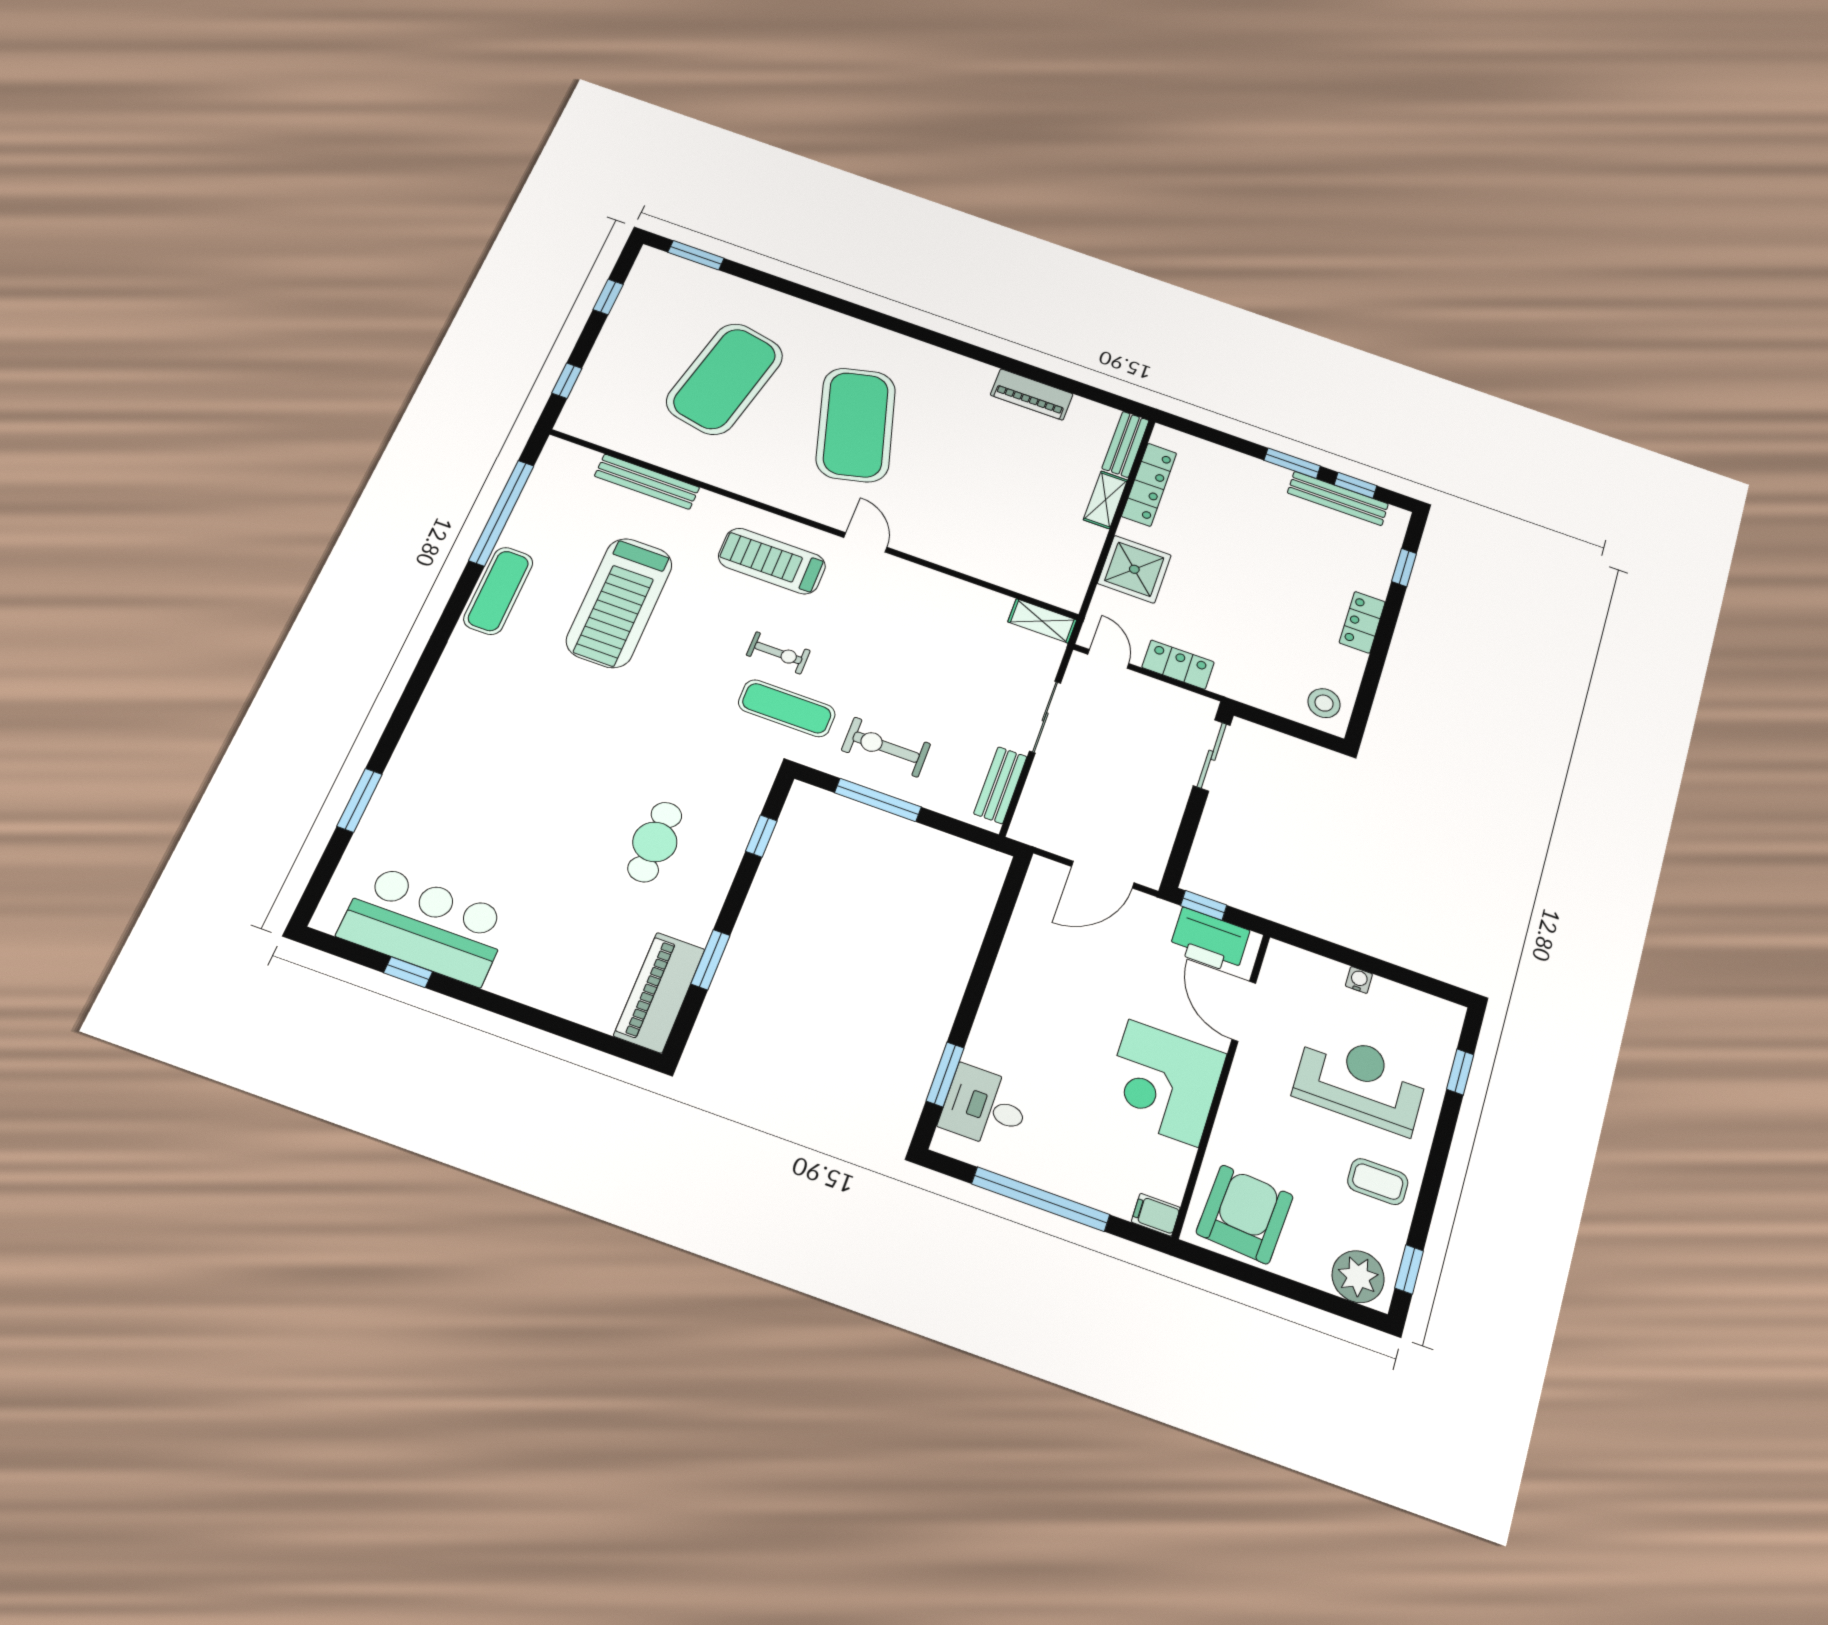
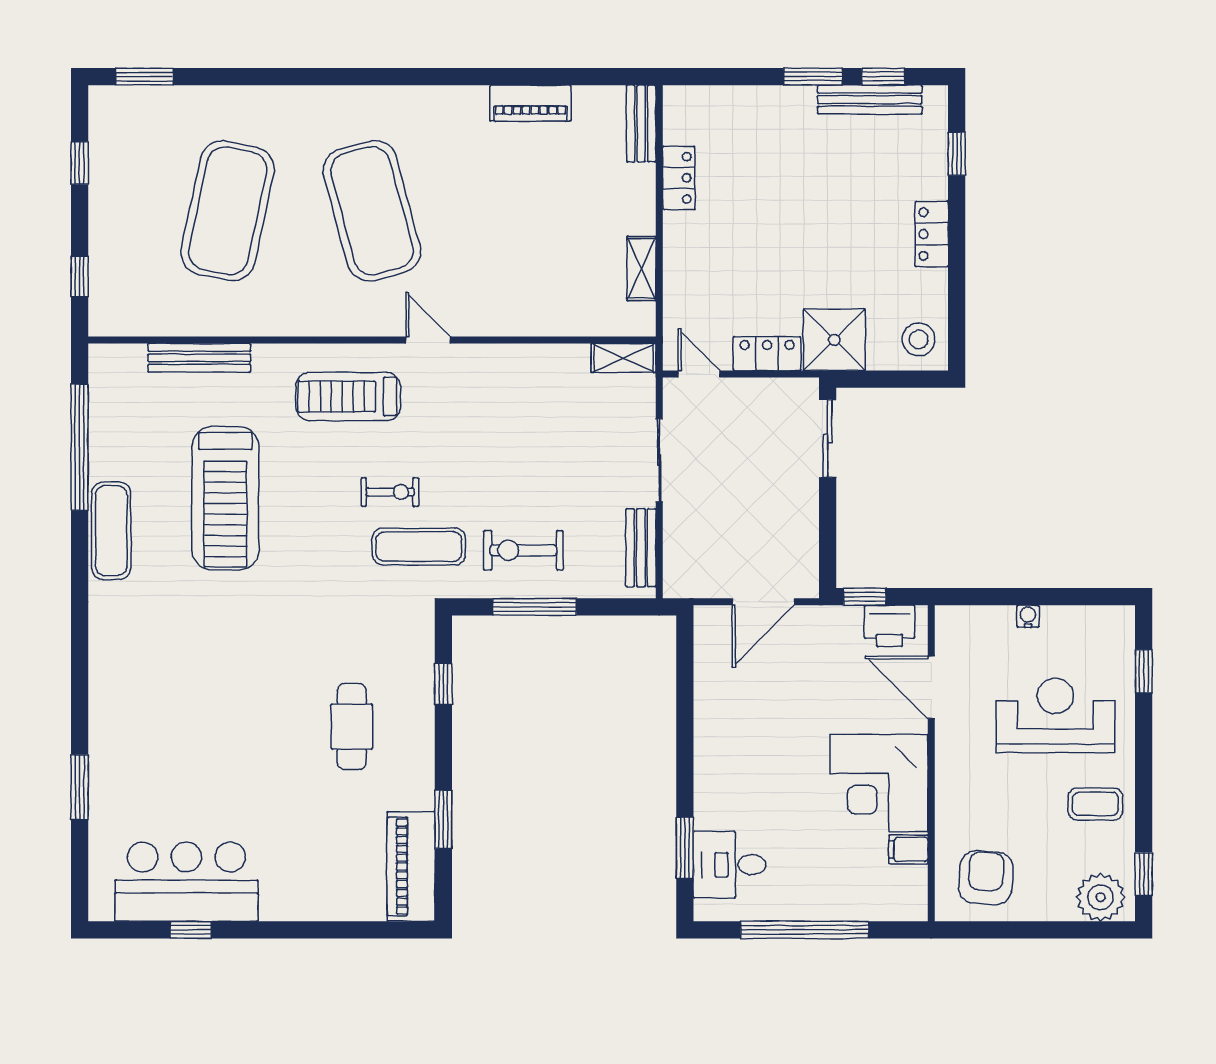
locker: (1149, 485) -> (679, 178), width x0.66
shelving: (1105, 500) -> (641, 269), moved
shower: (1134, 569) -> (834, 340), moved
printer: (1209, 941) -> (889, 626), width x0.73, depth x0.84
armchair: (1245, 1214) -> (986, 878), width x0.73, depth x0.73
filing cabinet: (1156, 1215) -> (908, 849), moved

